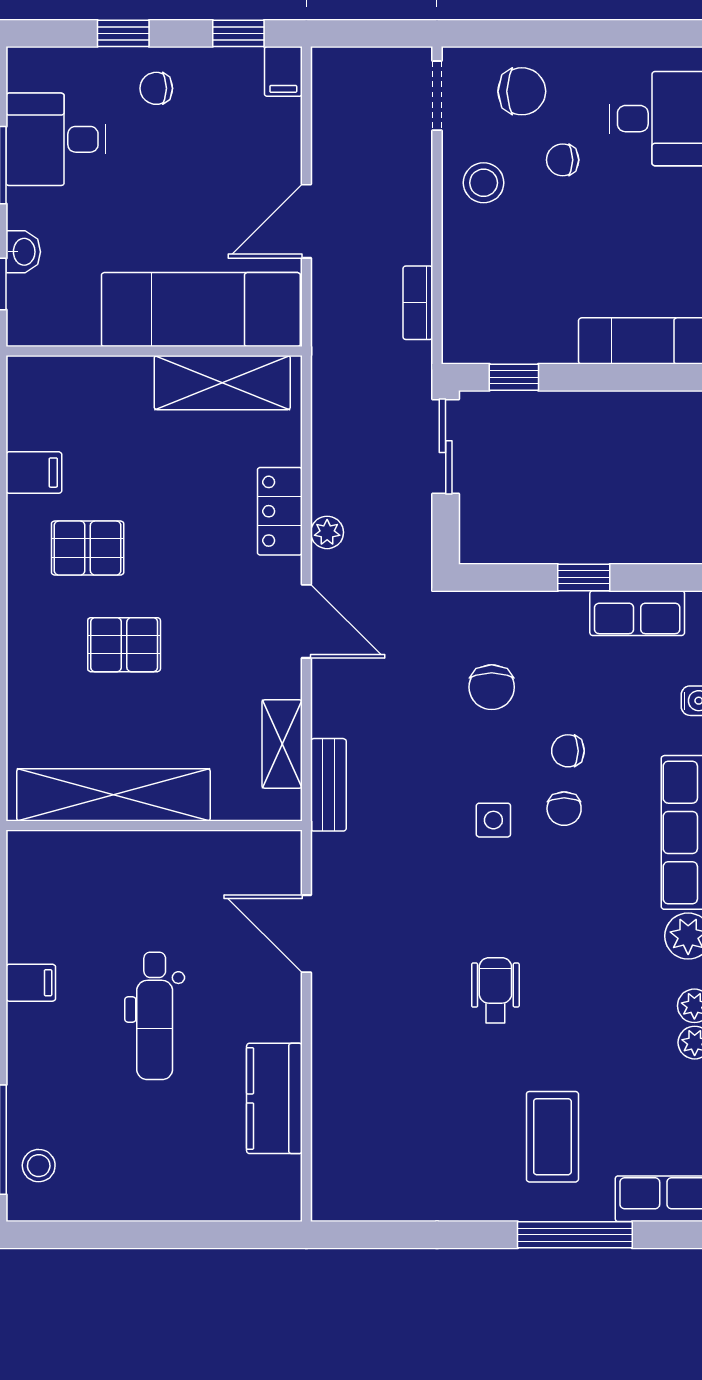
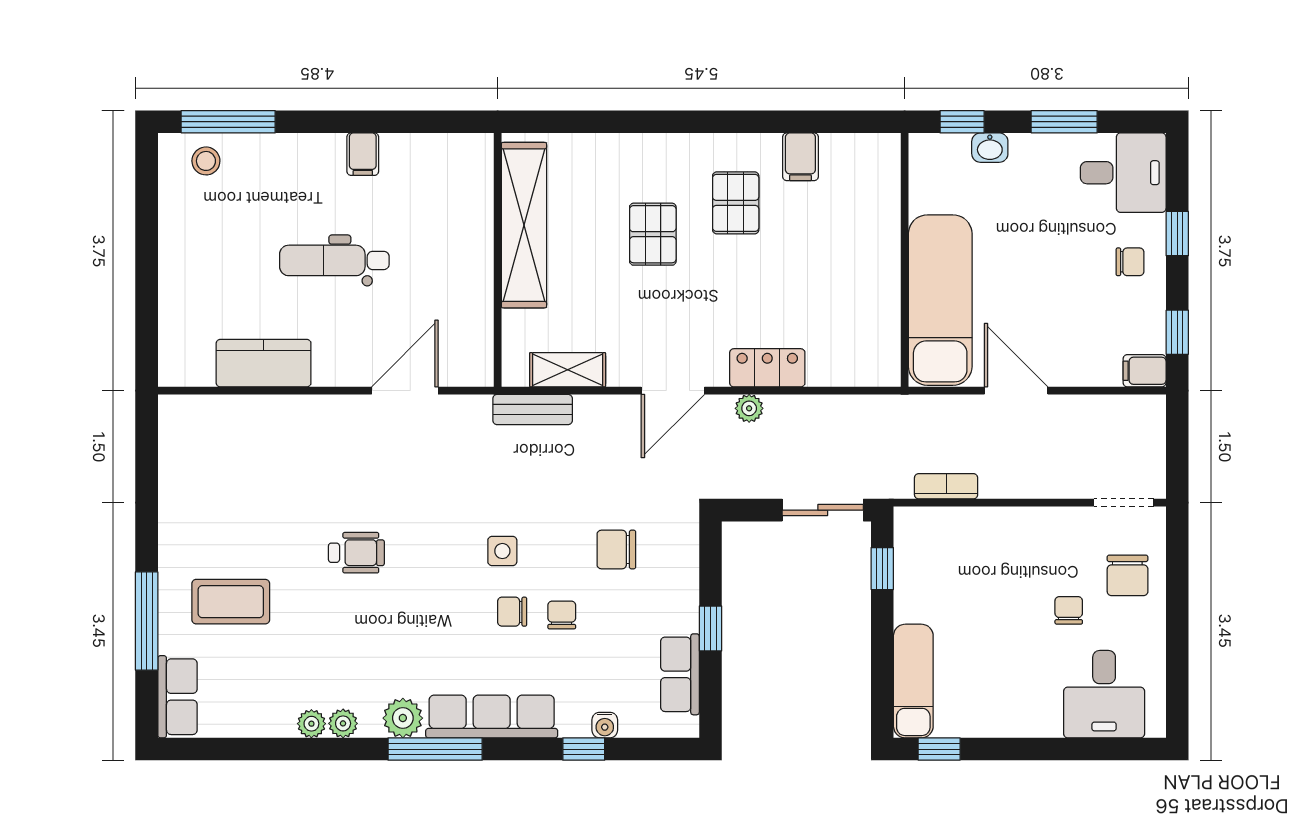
chair: (156, 88) -> (1130, 262), turned 90
desk: (56, 139) -> (1123, 173), moved, turned 90
stool: (484, 183) -> (1049, 543), removed
shelving: (222, 383) -> (878, 318), removed

